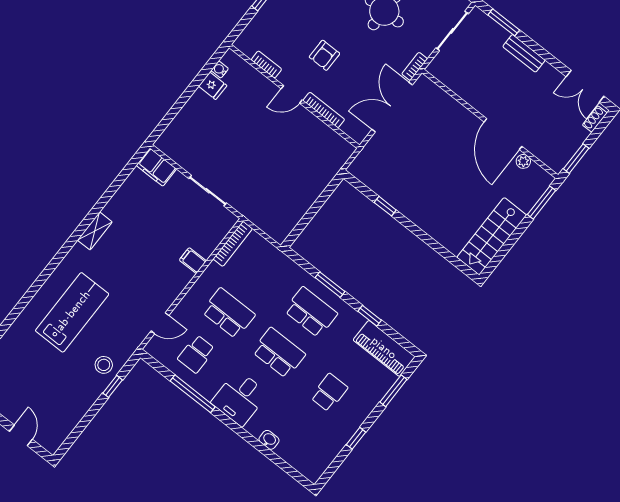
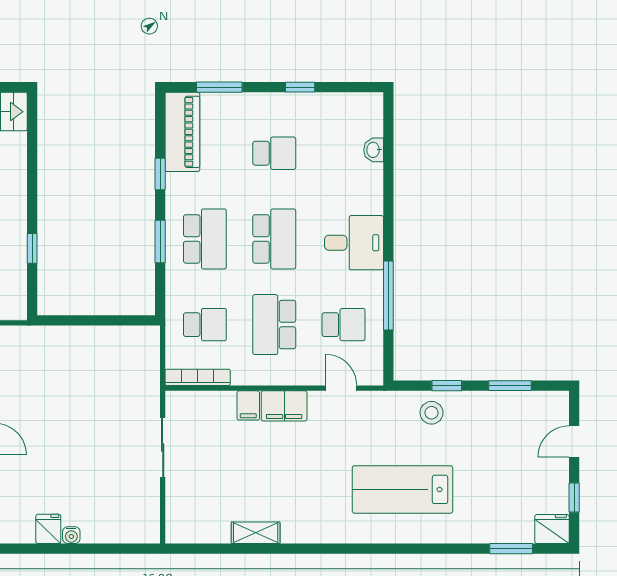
water cooler: (220, 69) -> (71, 535), moved
filing cabinet: (156, 167) -> (284, 406), moved, turned 90
shelving: (95, 231) -> (256, 533), moved
school desk: (260, 272) -> (205, 325), added
school desk: (311, 312) -> (205, 239), turned 180
school desk: (279, 353) -> (274, 239), turned 180
school desk: (329, 393) -> (274, 153), turned 180
window: (83, 424) -> (510, 386), added
washbasin: (269, 440) -> (374, 150), moved

